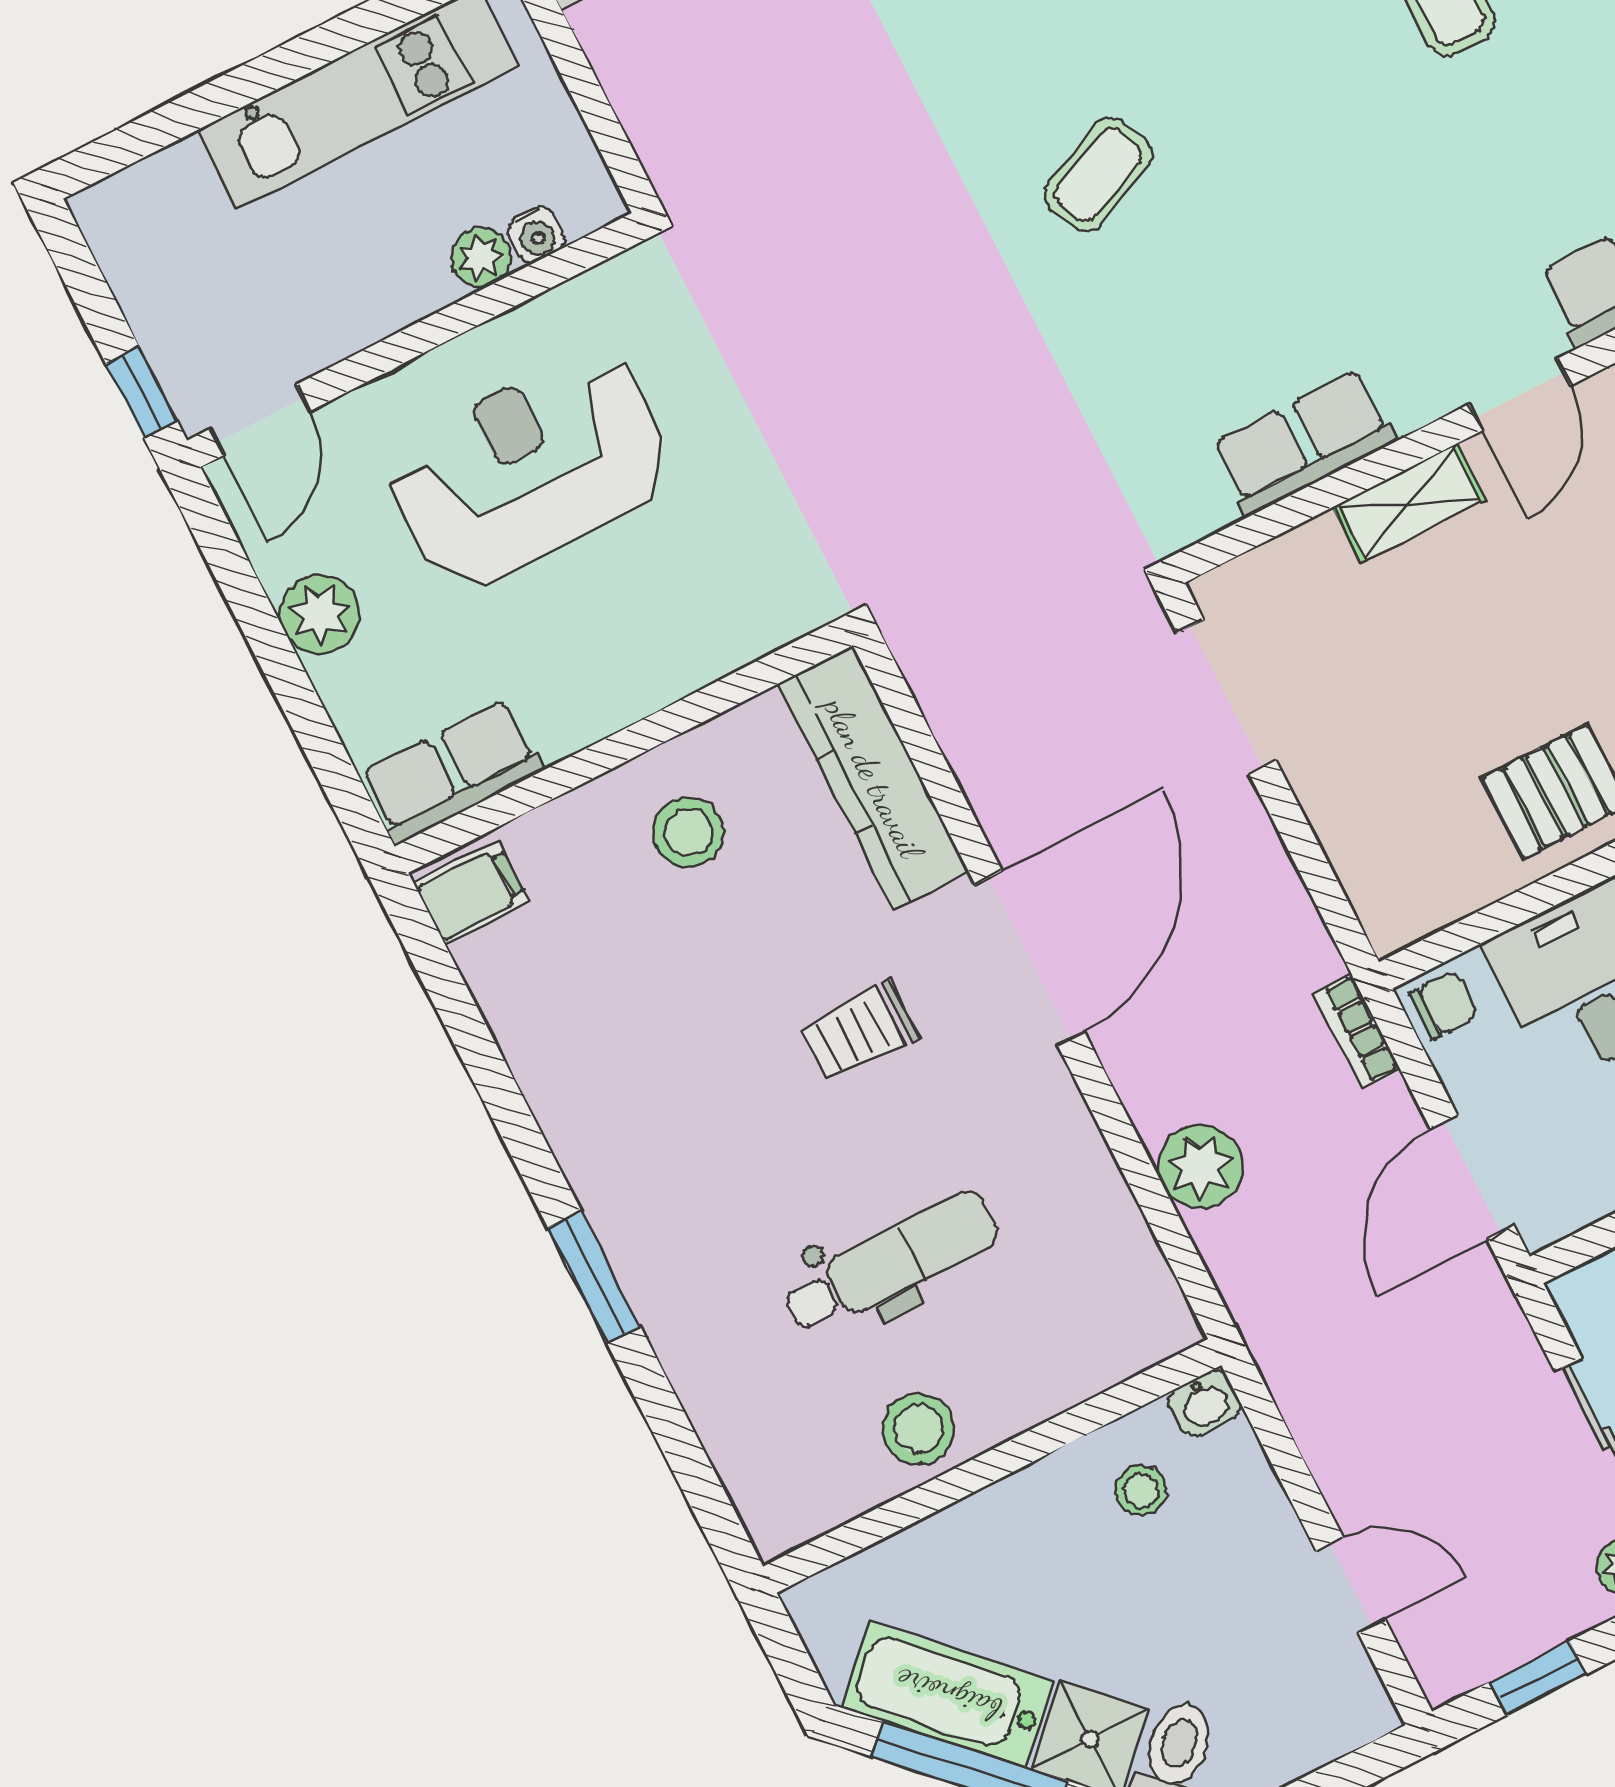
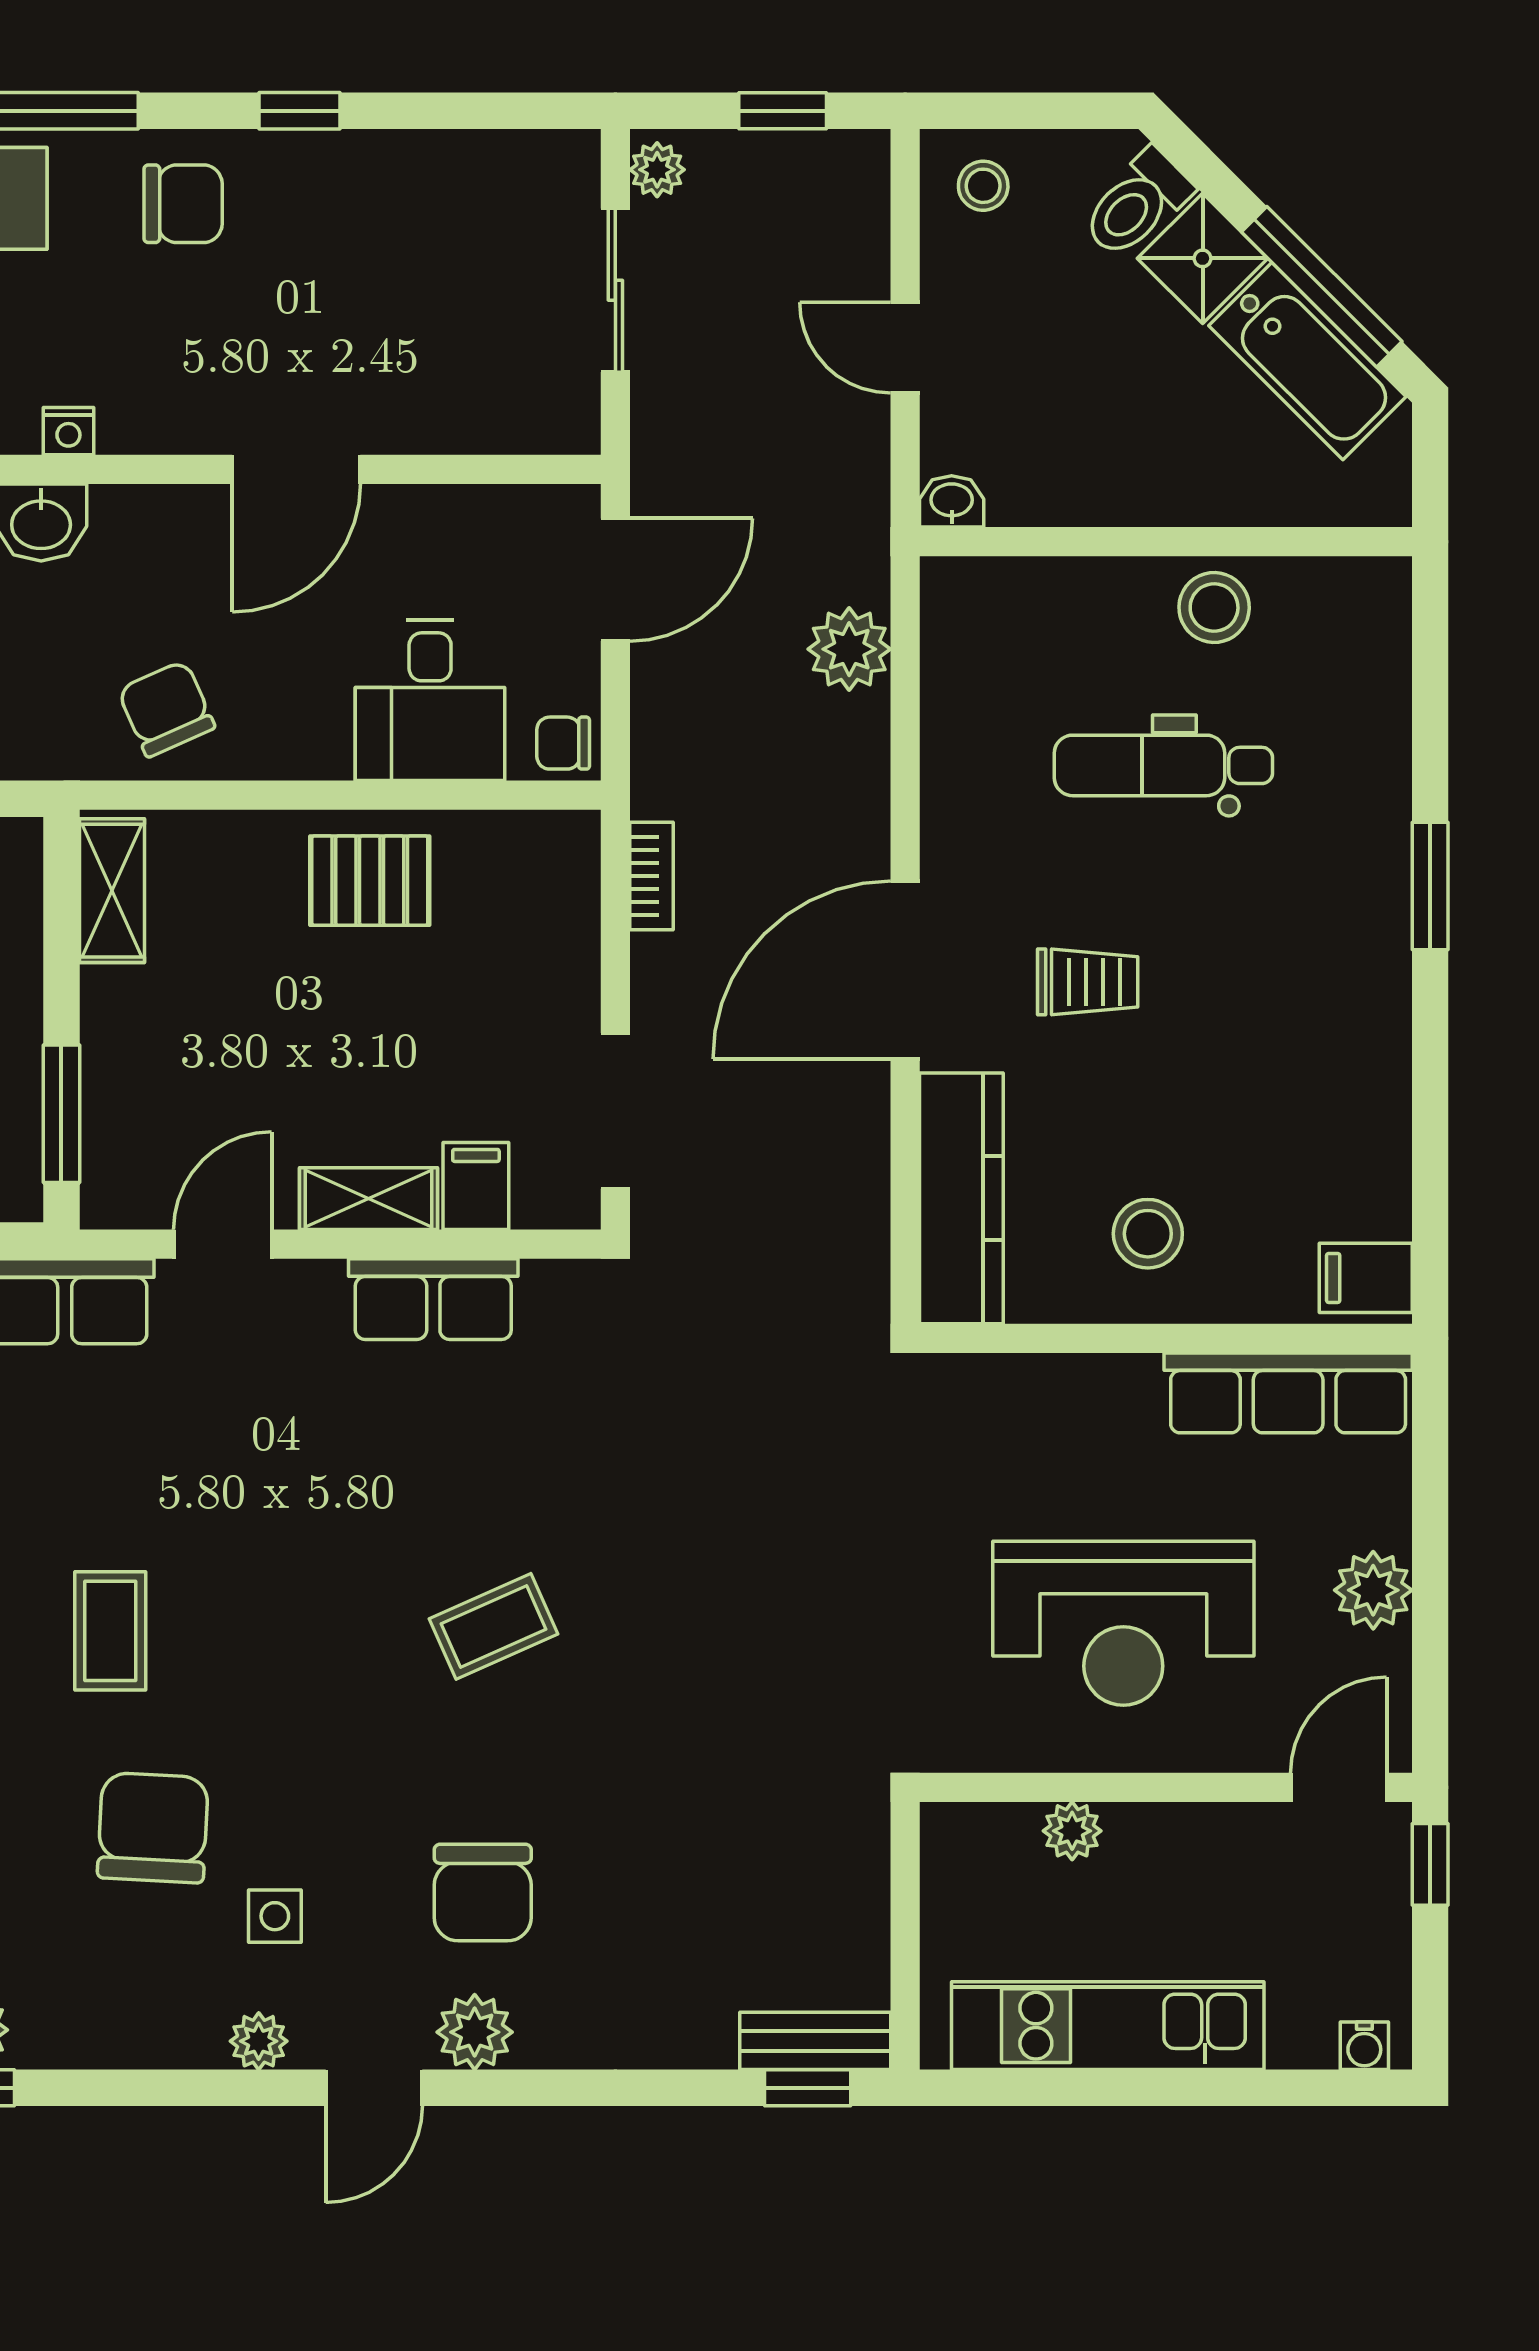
water cooler: (536, 235) -> (1364, 2046), moved, turned 180
filing cabinet: (1318, 564) -> (476, 1186), added
row of seats: (452, 772) -> (1288, 1393), width x1.48
bookcase: (1357, 1031) -> (651, 876), moved
plant: (1200, 1167) -> (849, 649), moved
stool: (1141, 1490) -> (983, 186), moved
door: (1351, 1585) -> (905, 348), moved

